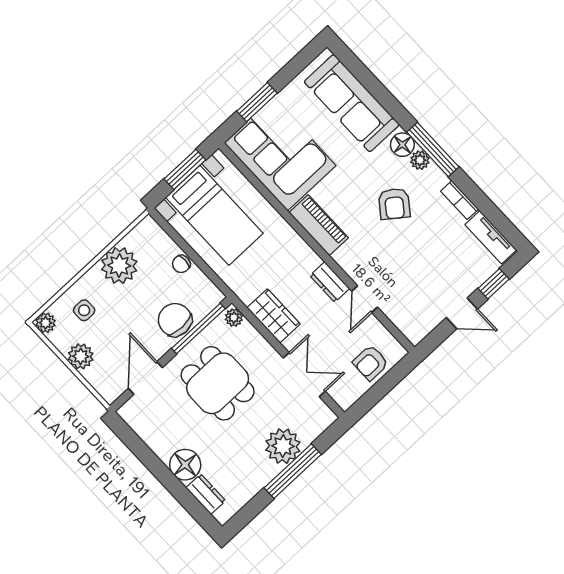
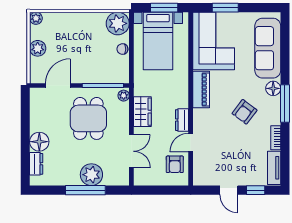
plant: (420, 160) -> (275, 103), removed
plant: (119, 266) -> (118, 23), moved
side table: (84, 310) -> (59, 29), removed
chair: (175, 320) -> (96, 72), removed
armchair: (371, 363) -> (175, 164), moved, turned -90

